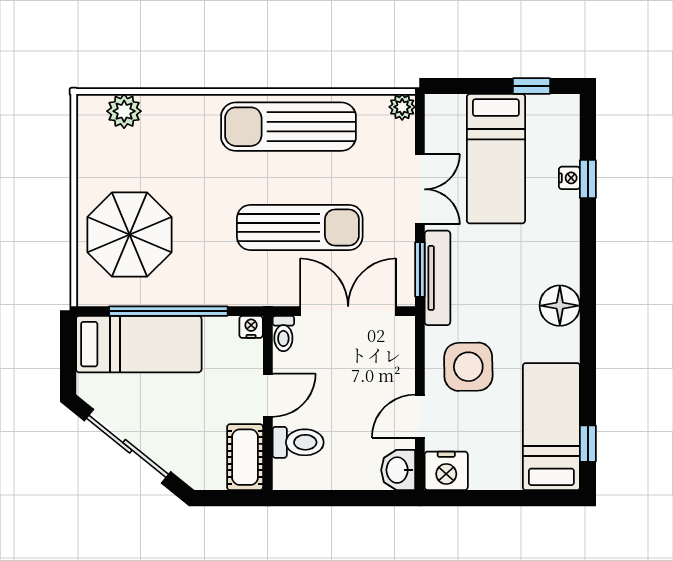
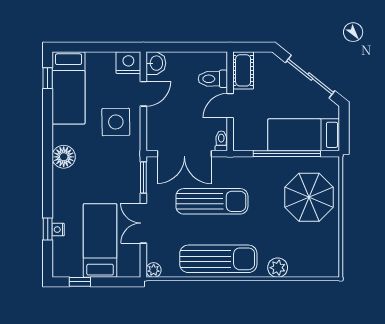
plant: (124, 111) -> (278, 268), moved
sun lounger: (300, 227) -> (212, 201), turned 180
tv unit: (437, 278) -> (133, 173), removed
nightstand: (251, 327) -> (240, 145), removed

